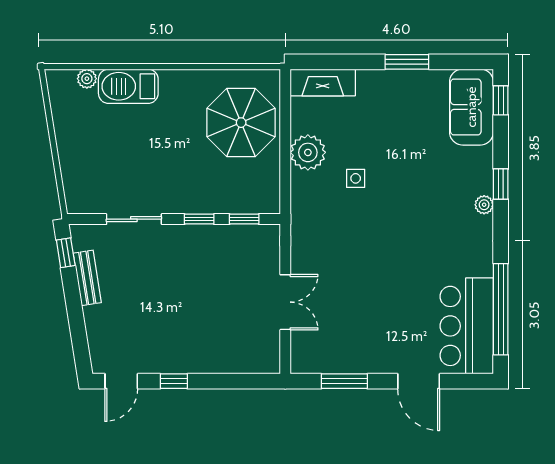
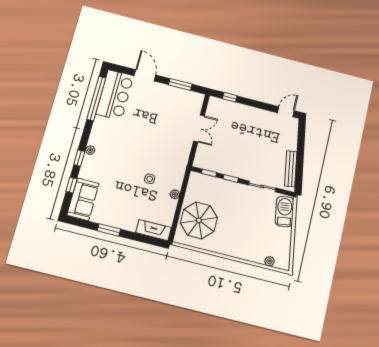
barbecue: (128, 86) -> (285, 211), moved, turned -99
window: (501, 100) -> (71, 185), moved
plant: (308, 152) -> (175, 194), width x0.53, depth x0.53
window: (66, 253) -> (299, 179), removed
bench: (87, 278) -> (291, 169), width x1.36
double door: (285, 302) -> (199, 128), swing flipped
window: (174, 381) -> (230, 97), moved

